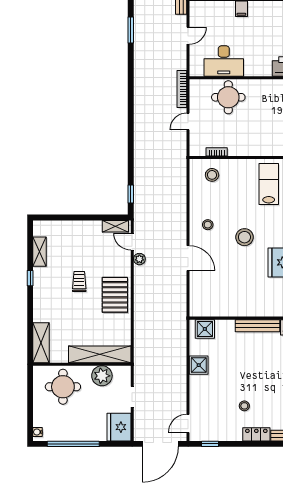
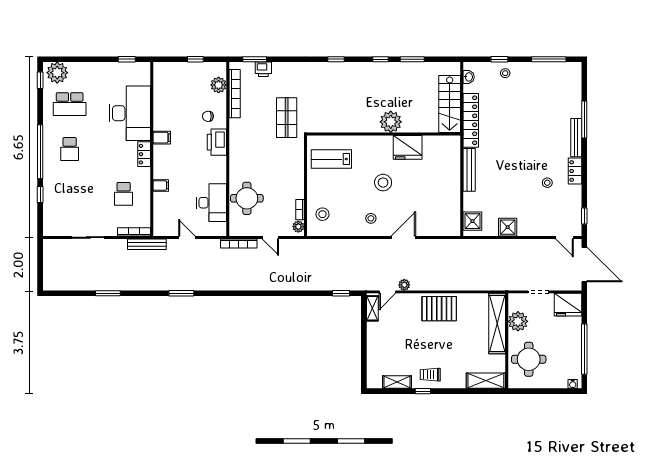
plant: (199, 150) -> (298, 227), added
trolley: (79, 282) -> (430, 375), moved

